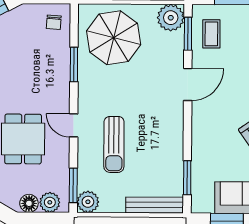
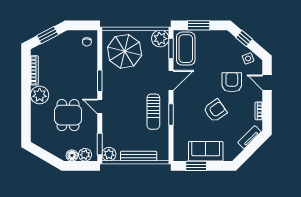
coffee table: (211, 34) -> (186, 49), width x1.86, depth x1.72
window: (74, 65) -> (100, 81), moved
sun lounger: (114, 144) -> (153, 112), moved
window: (187, 178) -> (171, 115), moved
bench: (155, 205) -> (139, 156), moved

